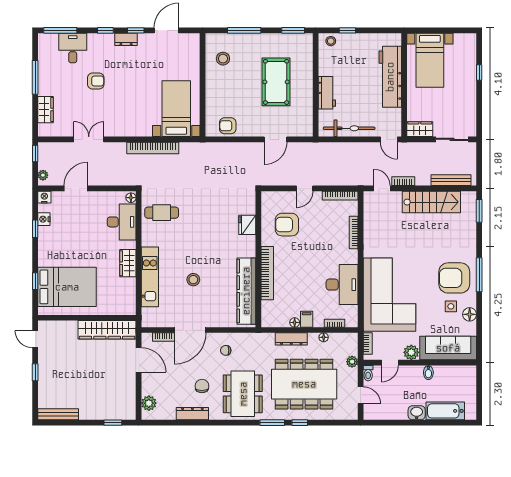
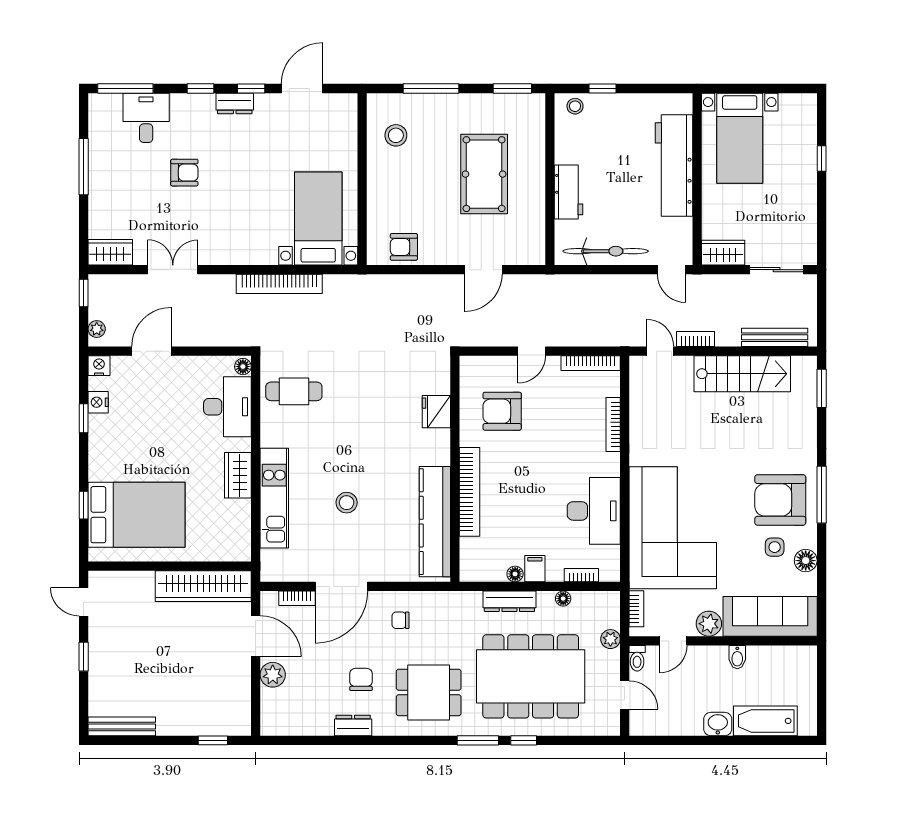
wardrobe: (46, 110) -> (110, 252), moved, turned -90
dining table: (243, 394) -> (429, 692), width x0.73
plant: (149, 403) -> (273, 675), moved
dresser: (192, 414) -> (353, 725), width x0.70

